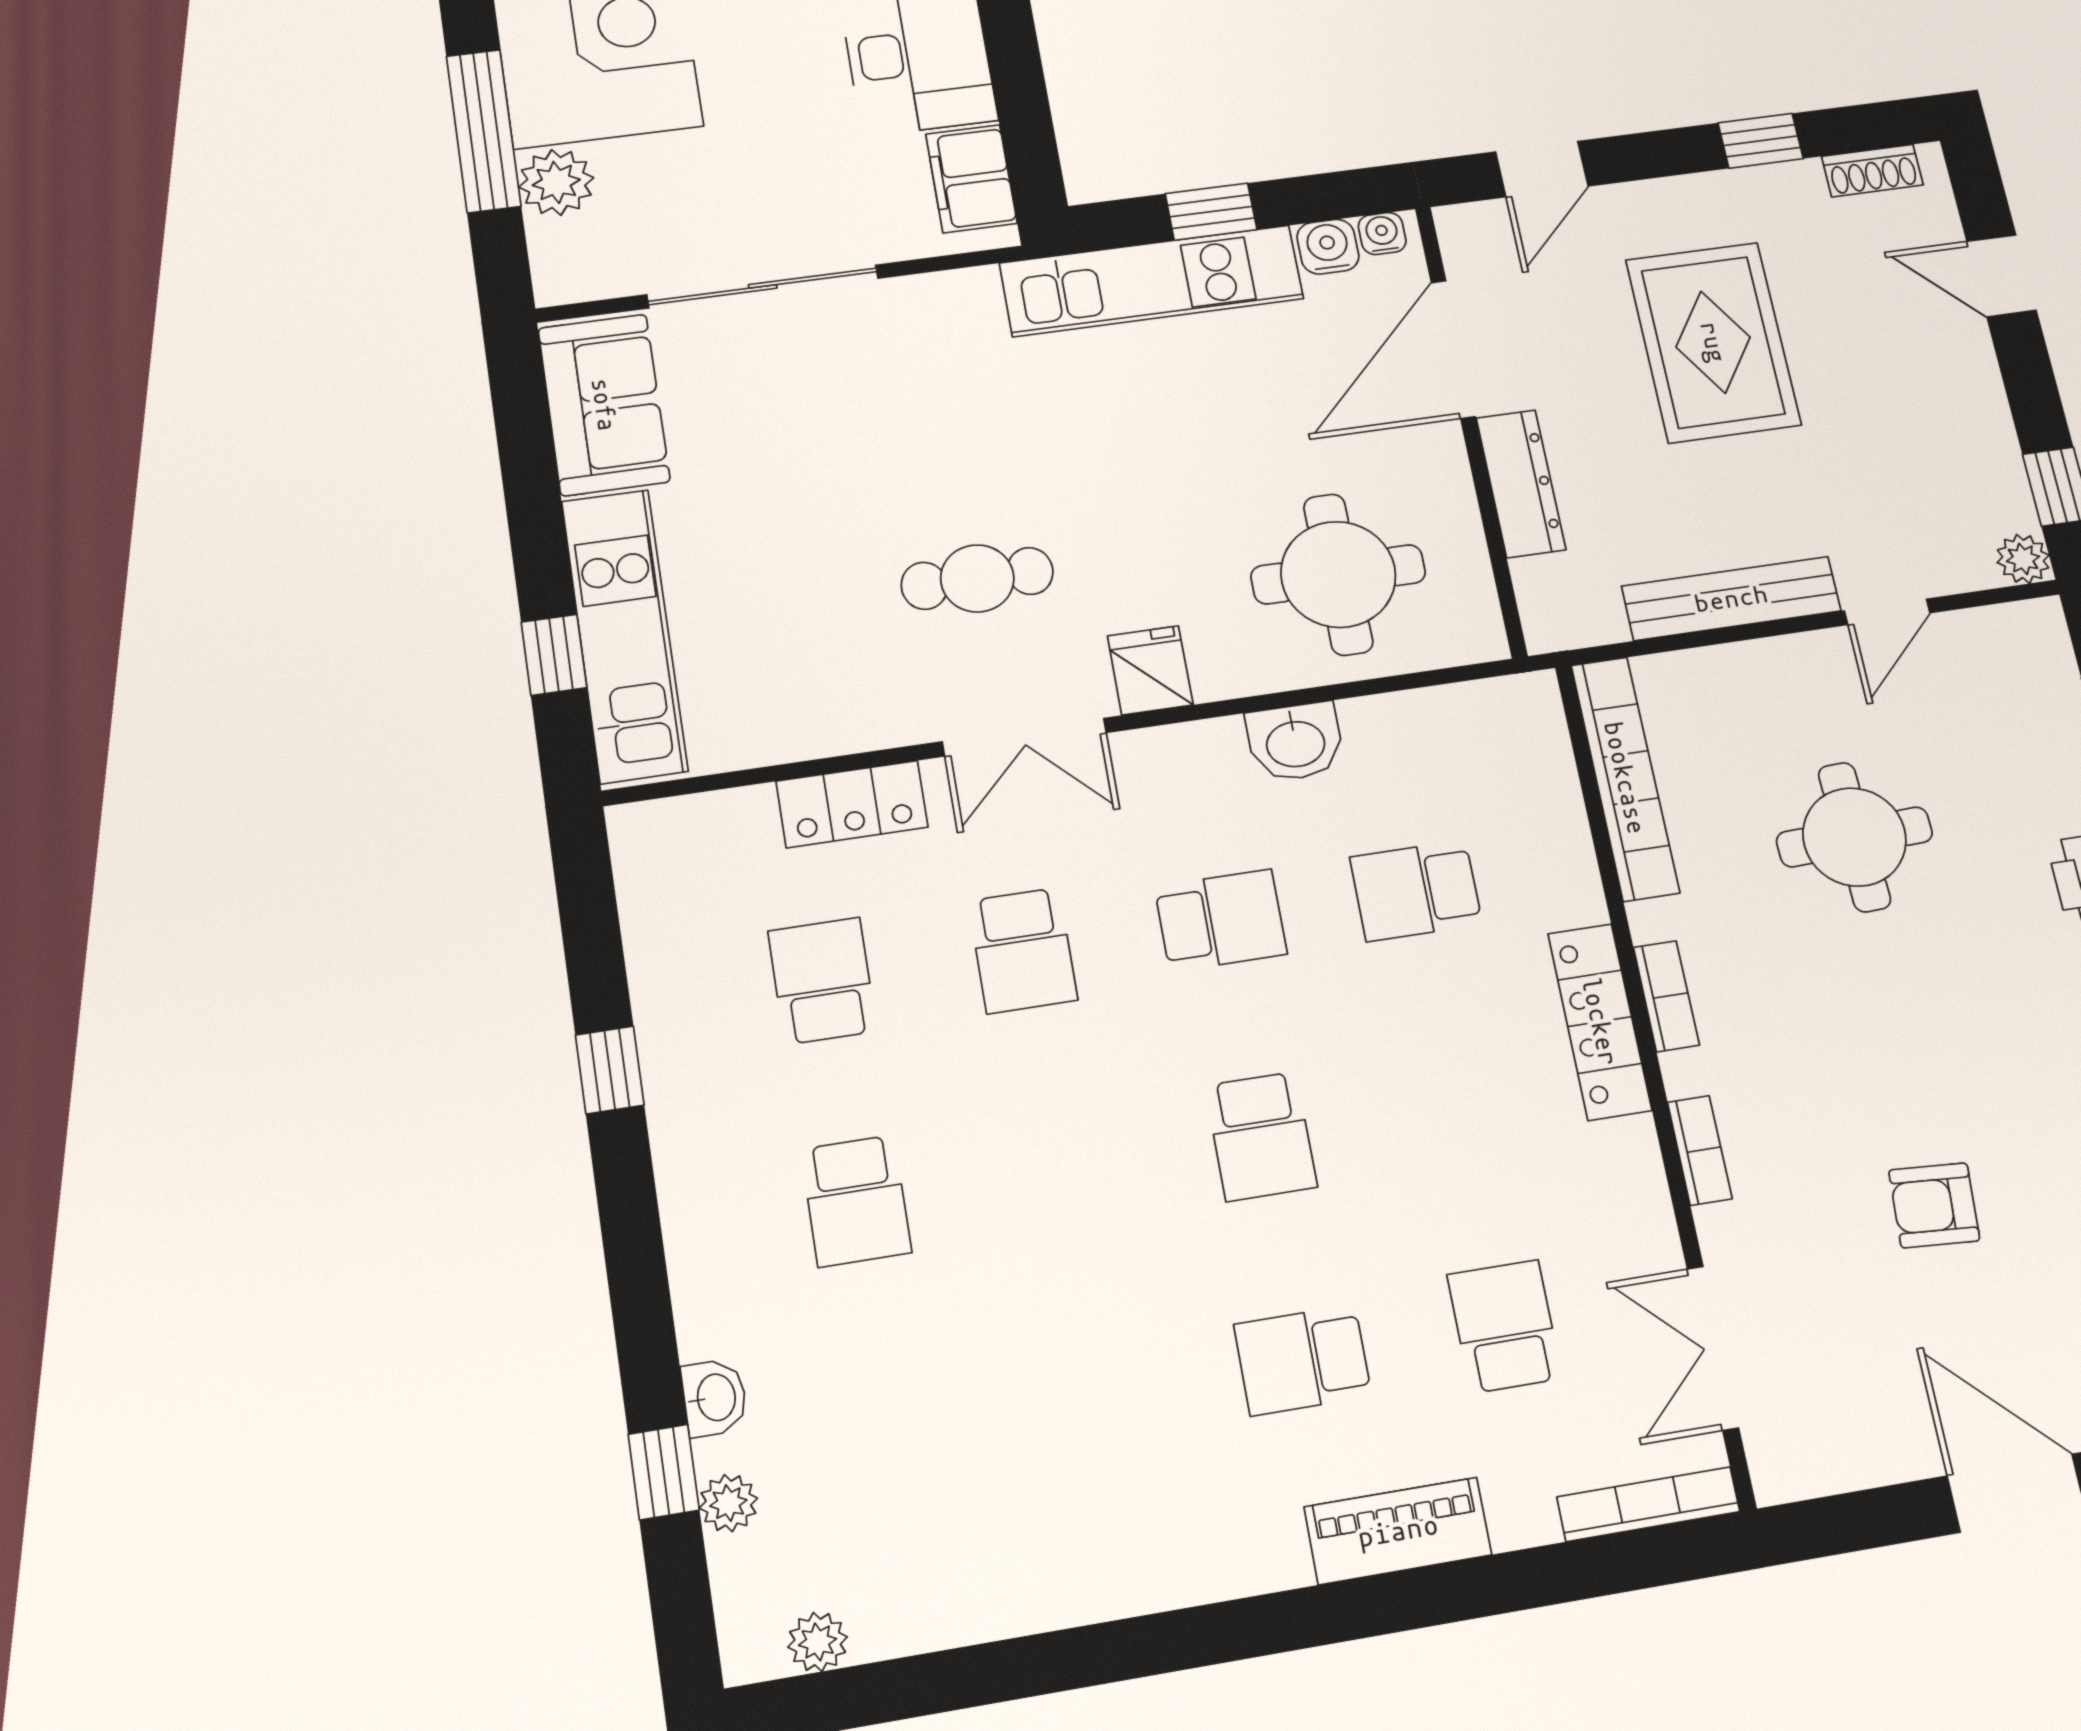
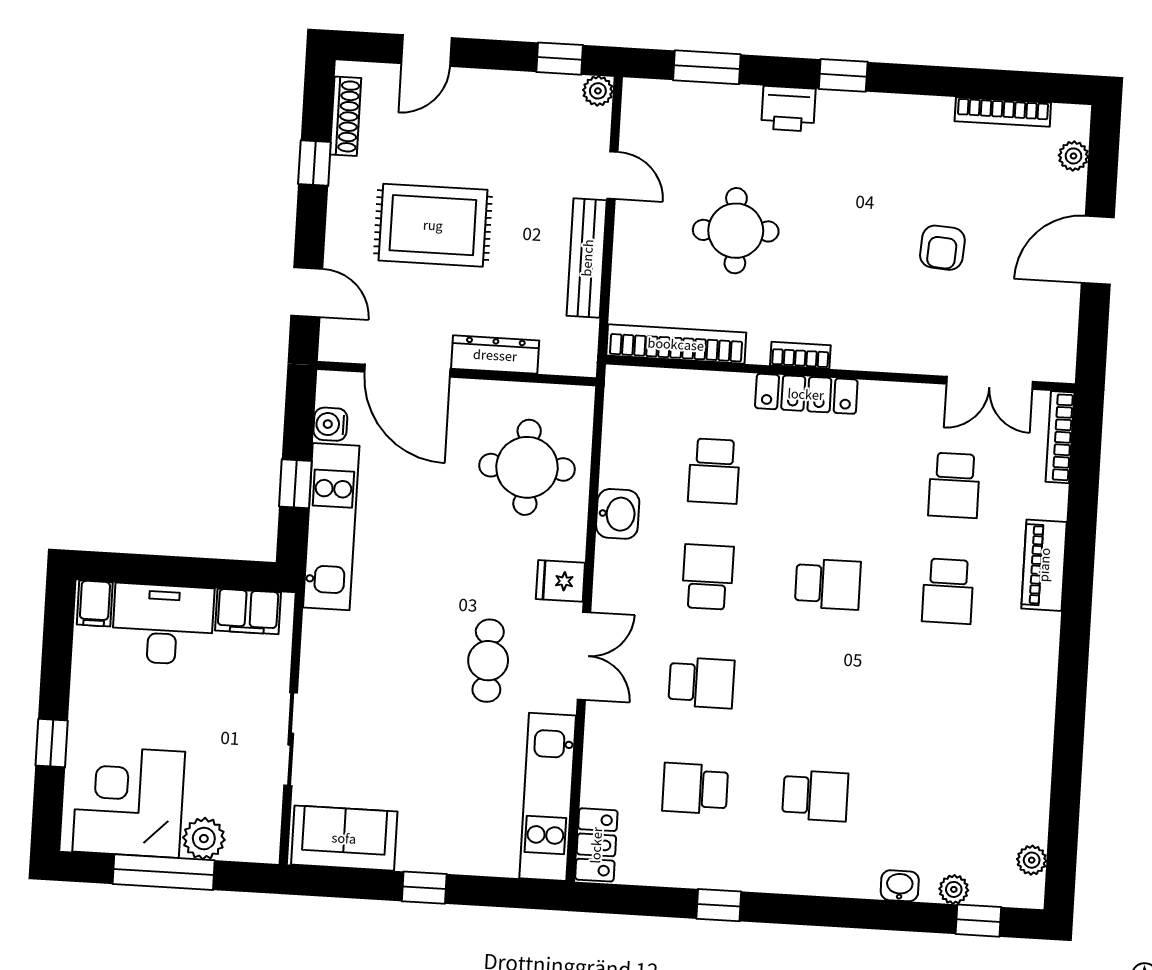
shoe rack: (1872, 171) -> (346, 116), width x1.43
water cooler: (1382, 234) -> (328, 392), removed
sliding door: (763, 286) -> (291, 739), width x0.73
kitchen unit: (624, 635) -> (548, 797), moved, turned -90
window: (554, 655) -> (424, 888), moved
locker: (852, 804) -> (596, 845), moved
bookcase: (1700, 1150) -> (886, 361), removed
school desk: (1505, 1326) -> (954, 485), turned -90
window: (664, 1472) -> (978, 921), moved

